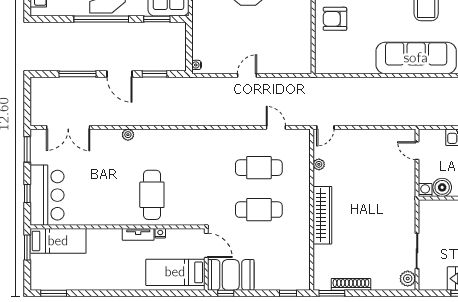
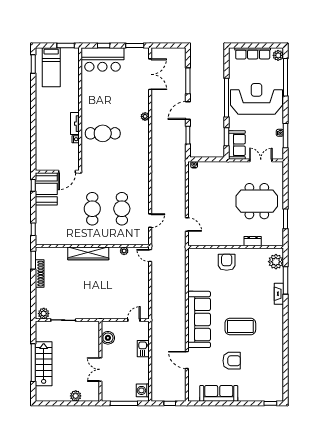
door: (247, 75) -> (187, 225), moved
double door: (68, 127) -> (150, 74), swing flipped
washing machine: (425, 190) -> (106, 326), removed
bed: (58, 241) -> (51, 67), moved
bed: (175, 272) -> (48, 150), removed

